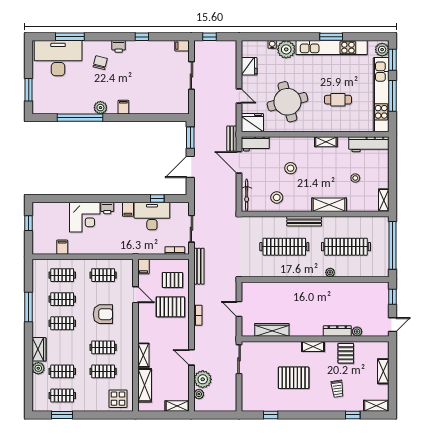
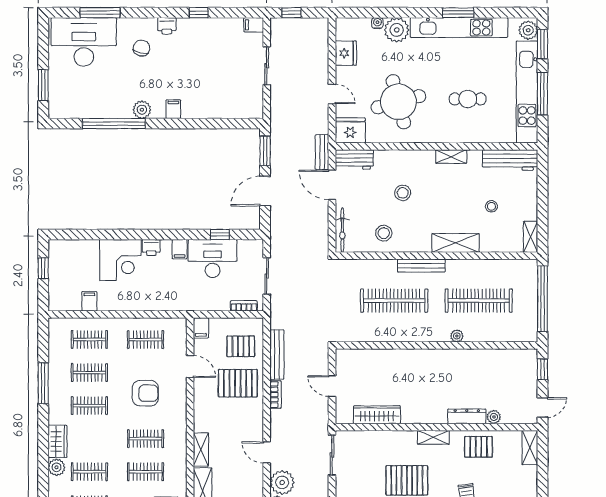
bench: (199, 266) -> (277, 354), moved
pallet: (346, 353) -> (479, 447), turned 90
shelving: (383, 371) -> (530, 448), moved

